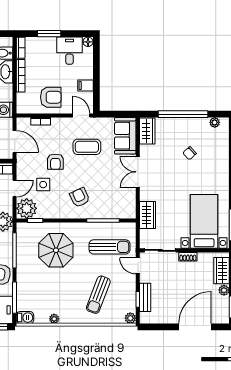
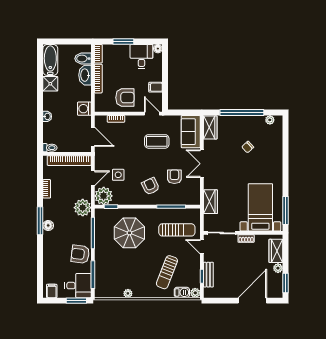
armchair: (55, 162) -> (174, 177), moved, turned 180
barbecue: (25, 318) -> (182, 292), moved

